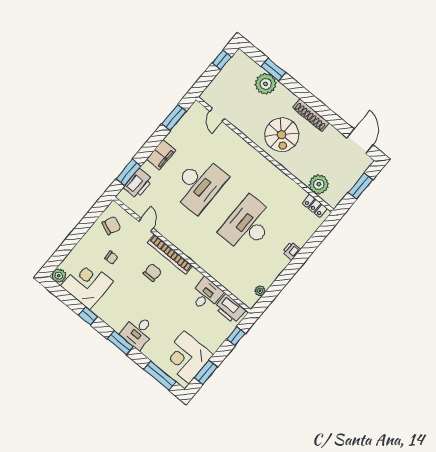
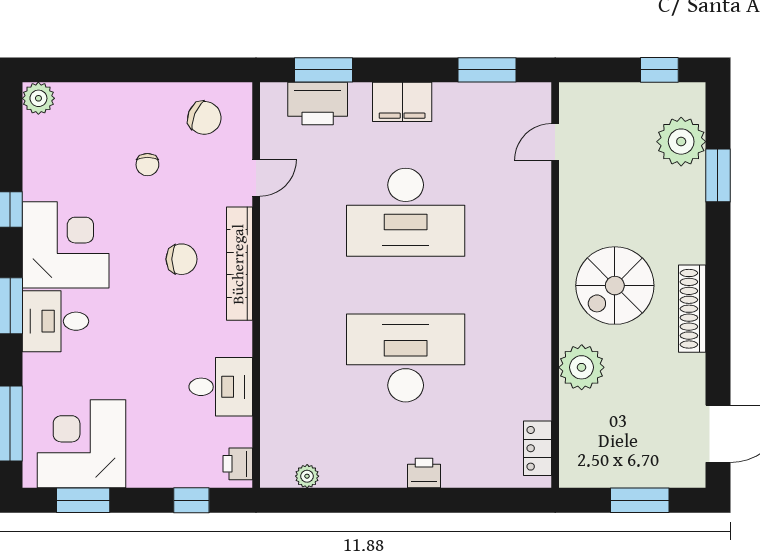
plant: (266, 84) -> (681, 142), moved
plant: (319, 184) -> (582, 367), moved
corner desk: (87, 284) -> (66, 245), moved
printer: (230, 309) -> (238, 464), width x0.53, depth x0.68

